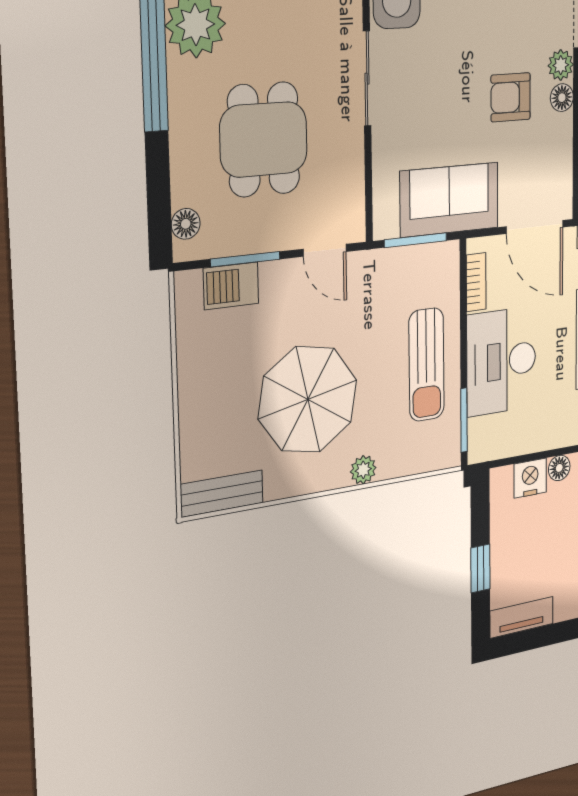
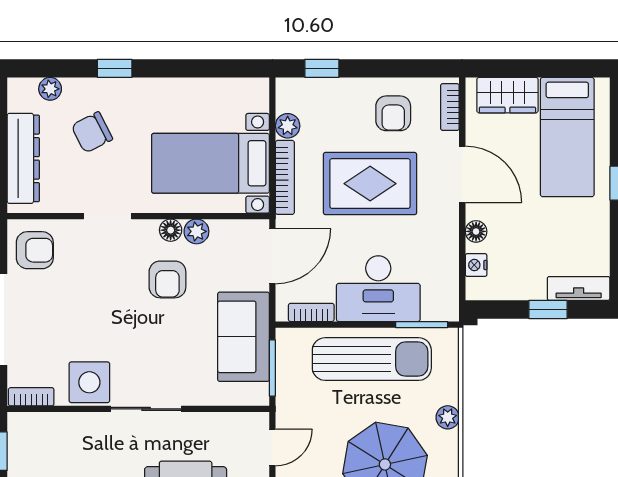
plant: (561, 65) -> (196, 231), moved
sun lounger: (427, 365) -> (372, 359), width x1.36, depth x1.34
nightstand: (530, 478) -> (476, 265), width x0.72, depth x0.74
tv unit: (522, 617) -> (579, 288), moved, turned 90

